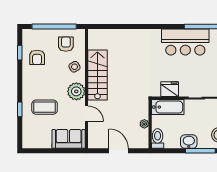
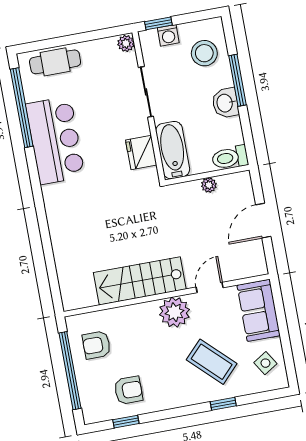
side table: (74, 67) -> (265, 363), moved
coffee table: (45, 107) -> (212, 362), turned -46

